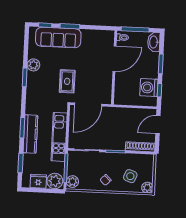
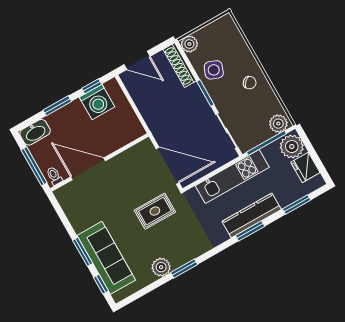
side table: (130, 176) -> (214, 70), moved
plant: (147, 188) -> (189, 44), moved

